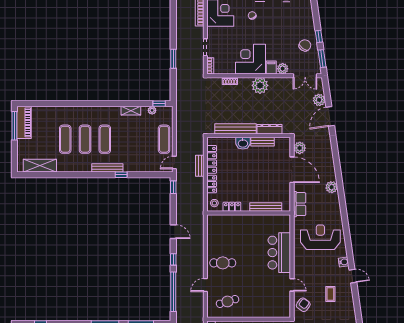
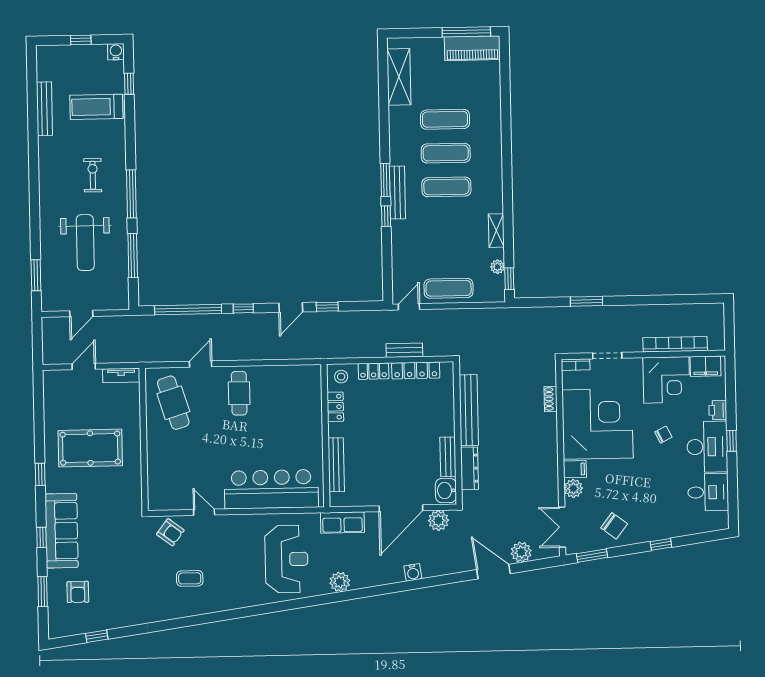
window: (319, 36) -> (661, 544), moved
corner desk: (251, 59) -> (597, 424), width x1.36, depth x1.36
plant: (260, 85) -> (544, 450), removed
washbasin: (243, 143) -> (446, 490), moved
door: (174, 163) -> (409, 307), hinge flipped
window: (100, 175) -> (385, 180), added
window: (173, 187) -> (327, 307), moved
plant: (332, 187) -> (340, 582), moved
bar counter: (279, 253) -> (271, 489), width x1.36
water cooler: (344, 262) -> (413, 572), moved
door: (353, 276) -> (221, 616), removed
door: (205, 285) -> (201, 364), hinge flipped
door: (292, 285) -> (204, 512), swing flipped
cafe table: (228, 301) -> (173, 403), width x1.37, depth x1.35

